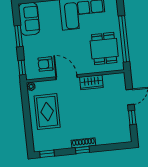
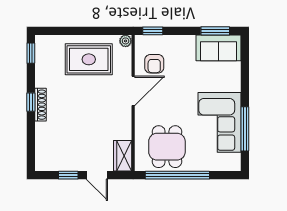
window: (19, 36) -> (215, 31), moved
dining table: (104, 49) -> (167, 147), turned 90
armchair: (45, 64) -> (154, 64), turned 180
wardrobe: (91, 82) -> (123, 156), moved

